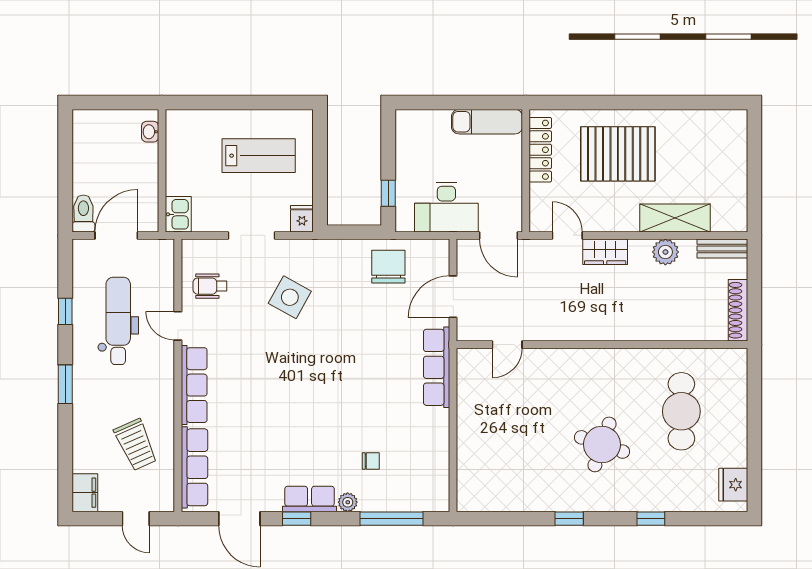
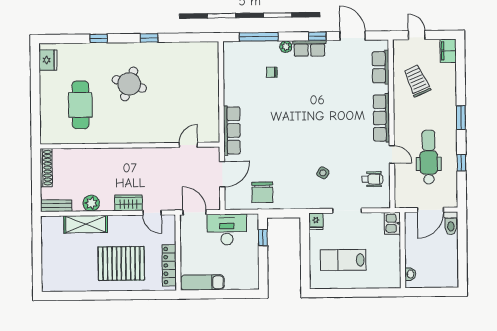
side table: (290, 297) -> (323, 173), width x0.54, depth x0.54
dental chair: (118, 321) -> (429, 157), turned 180
row of seats: (194, 467) -> (381, 67), width x0.68

